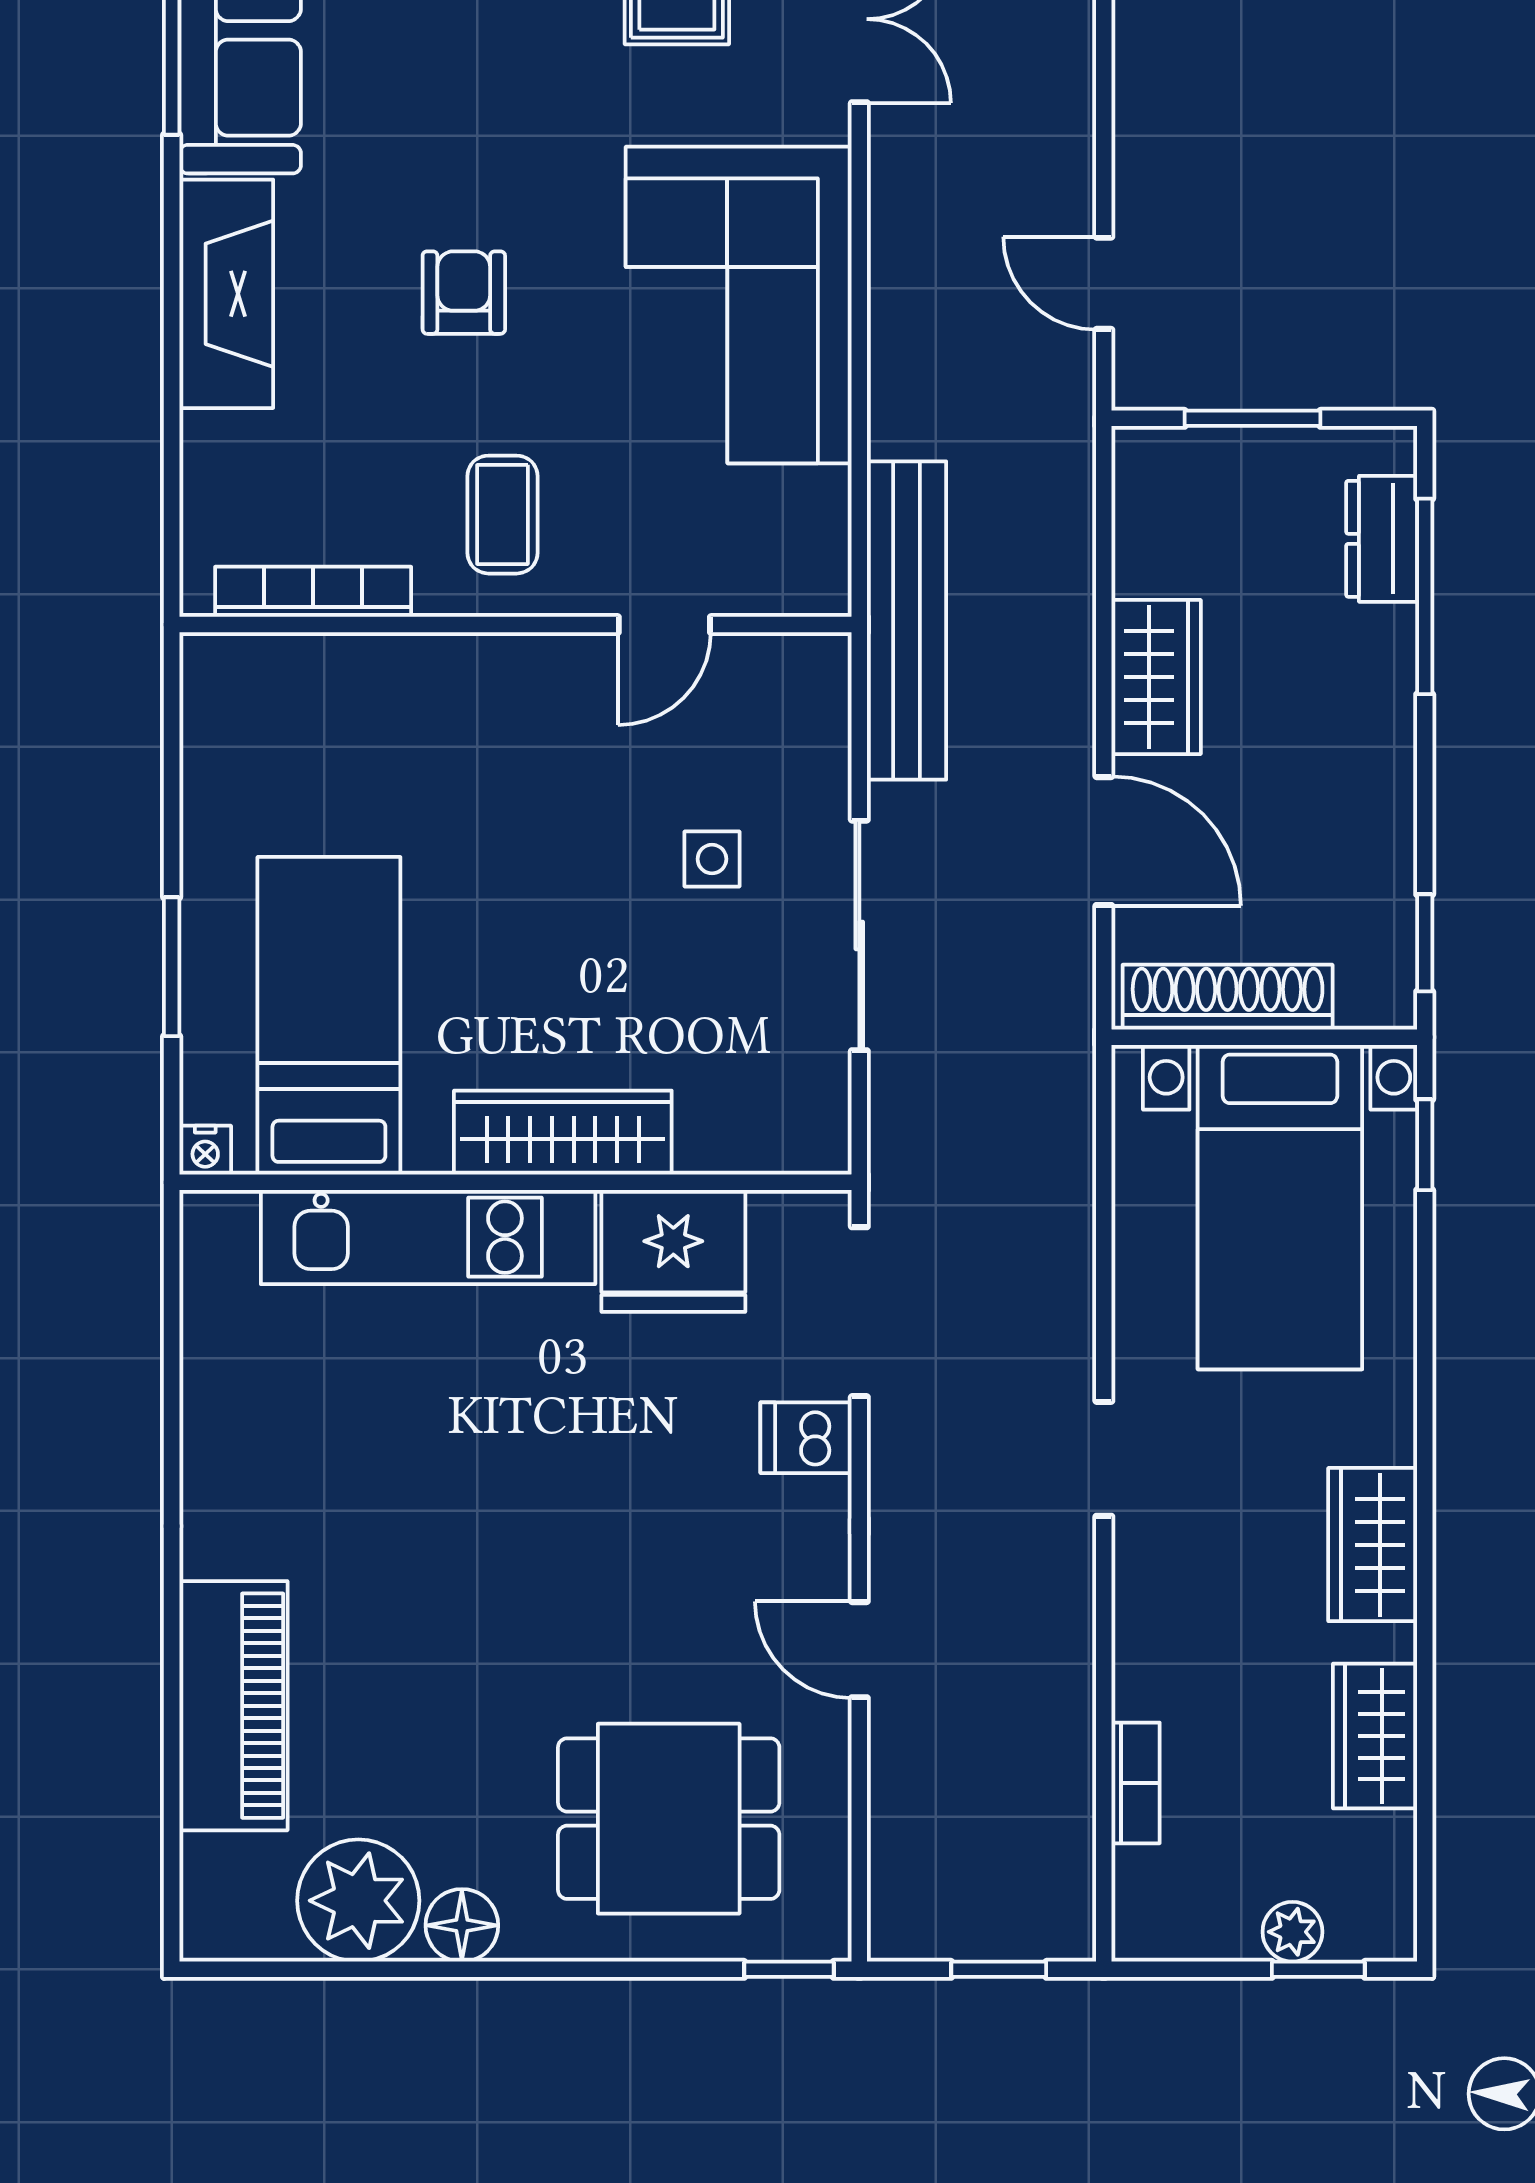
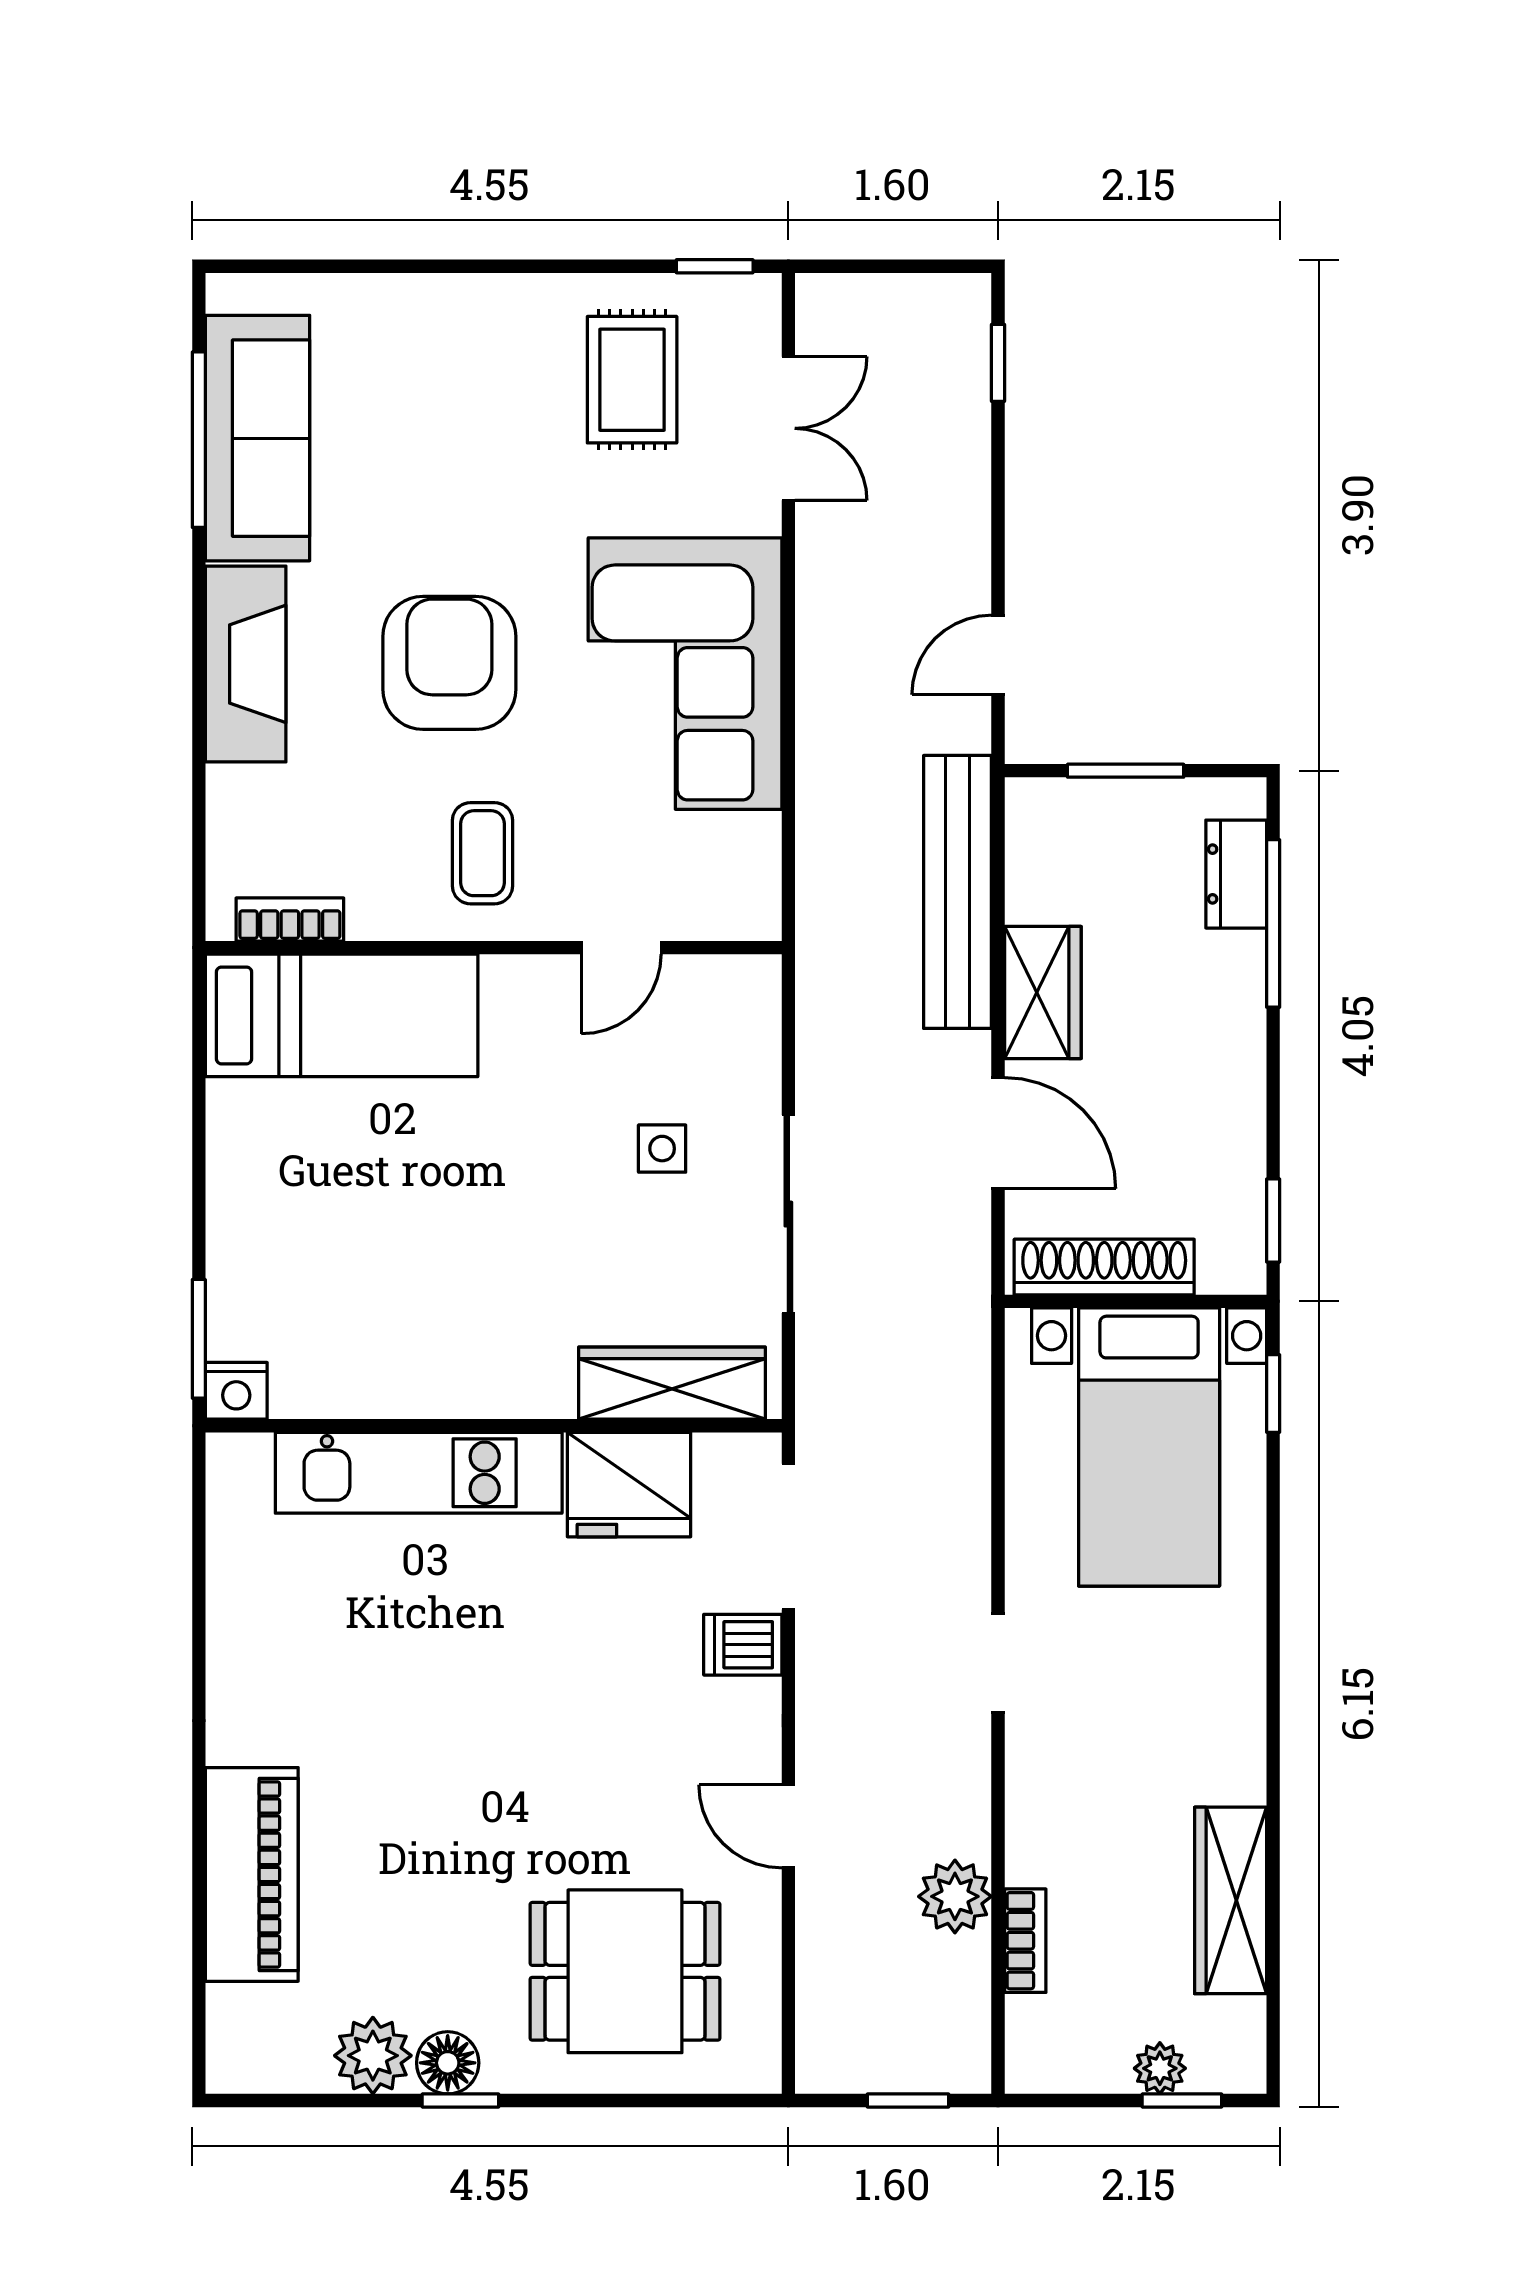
door: (1104, 283) -> (998, 655), hinge flipped
armchair: (464, 293) -> (449, 663), width x1.88, depth x1.88
bookcase: (313, 592) -> (290, 919), width x0.64
bench: (907, 621) -> (958, 892), moved
window: (172, 967) -> (199, 1339), moved
bed: (329, 1016) -> (342, 1015), moved, turned 90
wardrobe: (563, 1133) -> (672, 1383), moved
nightstand: (205, 1150) -> (236, 1391), width x1.39, depth x1.35
wardrobe: (1373, 1545) -> (1229, 1736), removed
plant: (1054, 1731) -> (955, 1896), added
wardrobe: (1375, 1736) -> (1231, 1900), width x1.50
plant: (358, 1901) -> (373, 2056), width x0.73, depth x0.73
window: (789, 1969) -> (460, 2101), moved

